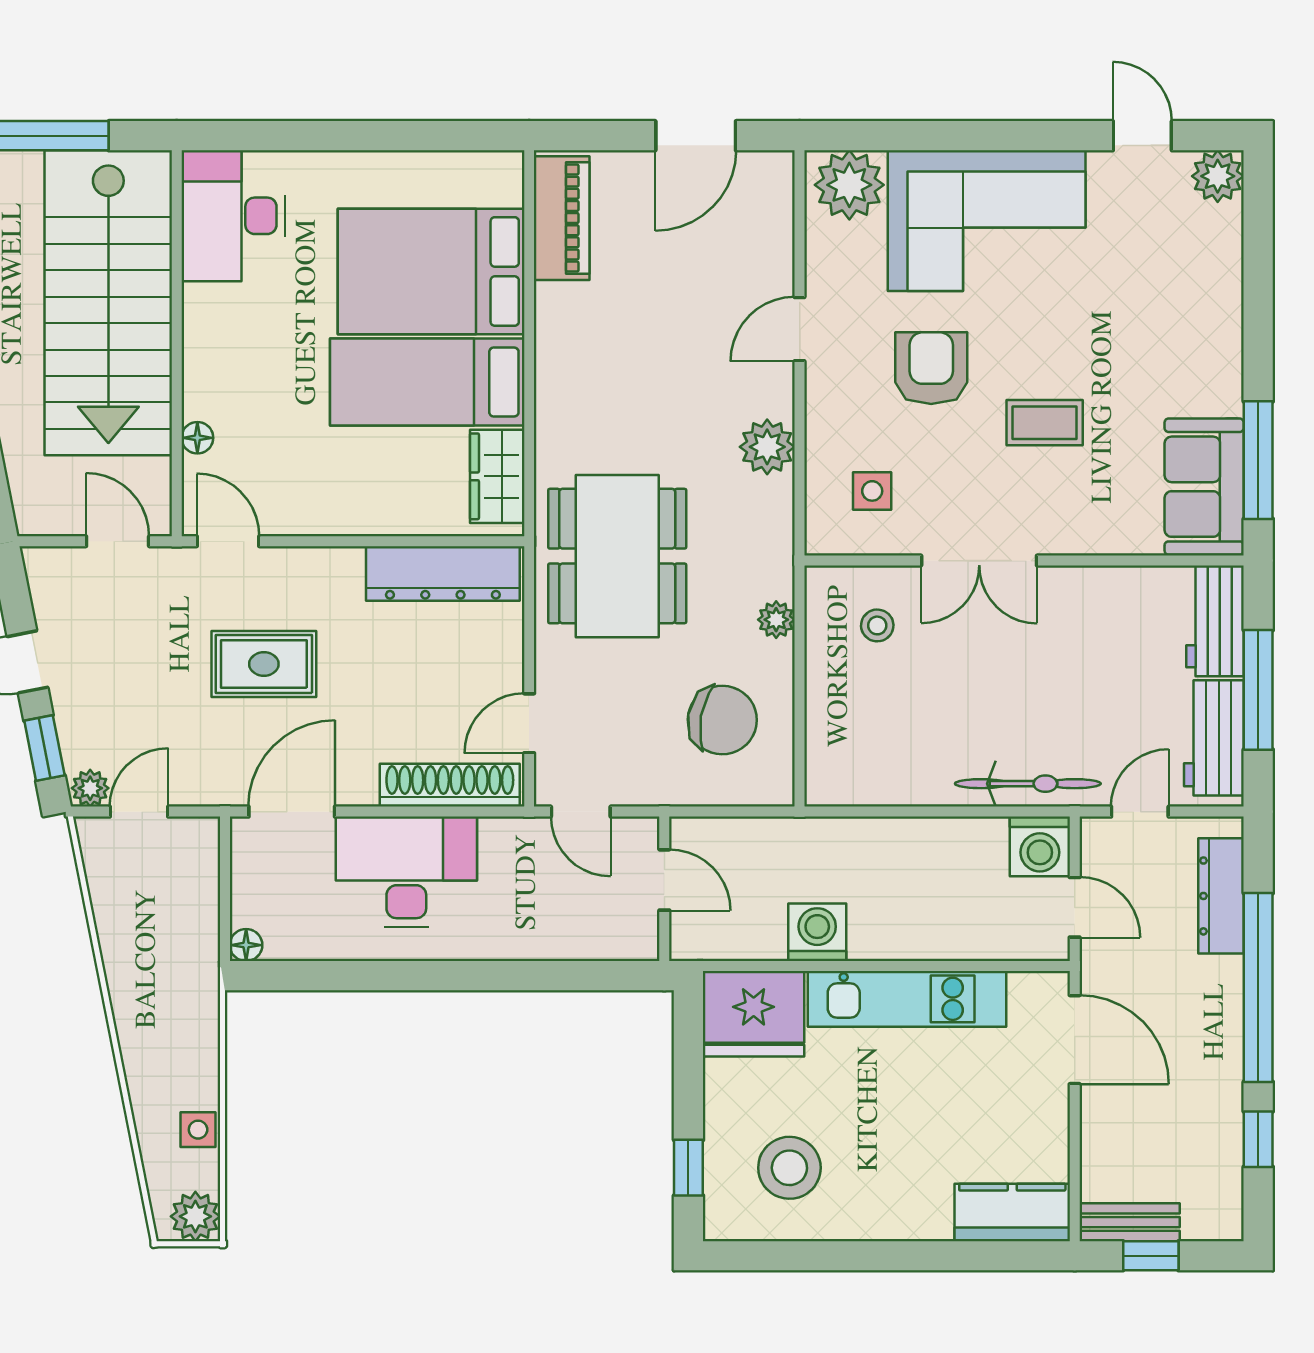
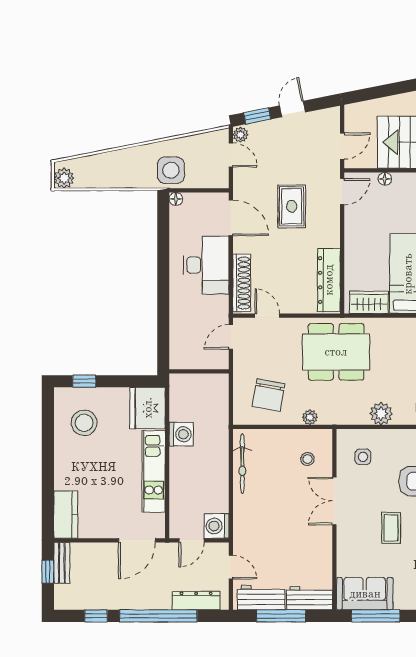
bicycle: (1028, 784) -> (242, 464), moved
door: (664, 880) -> (203, 371), removed
side table: (198, 1130) -> (171, 170), moved, width x1.87, depth x1.87

